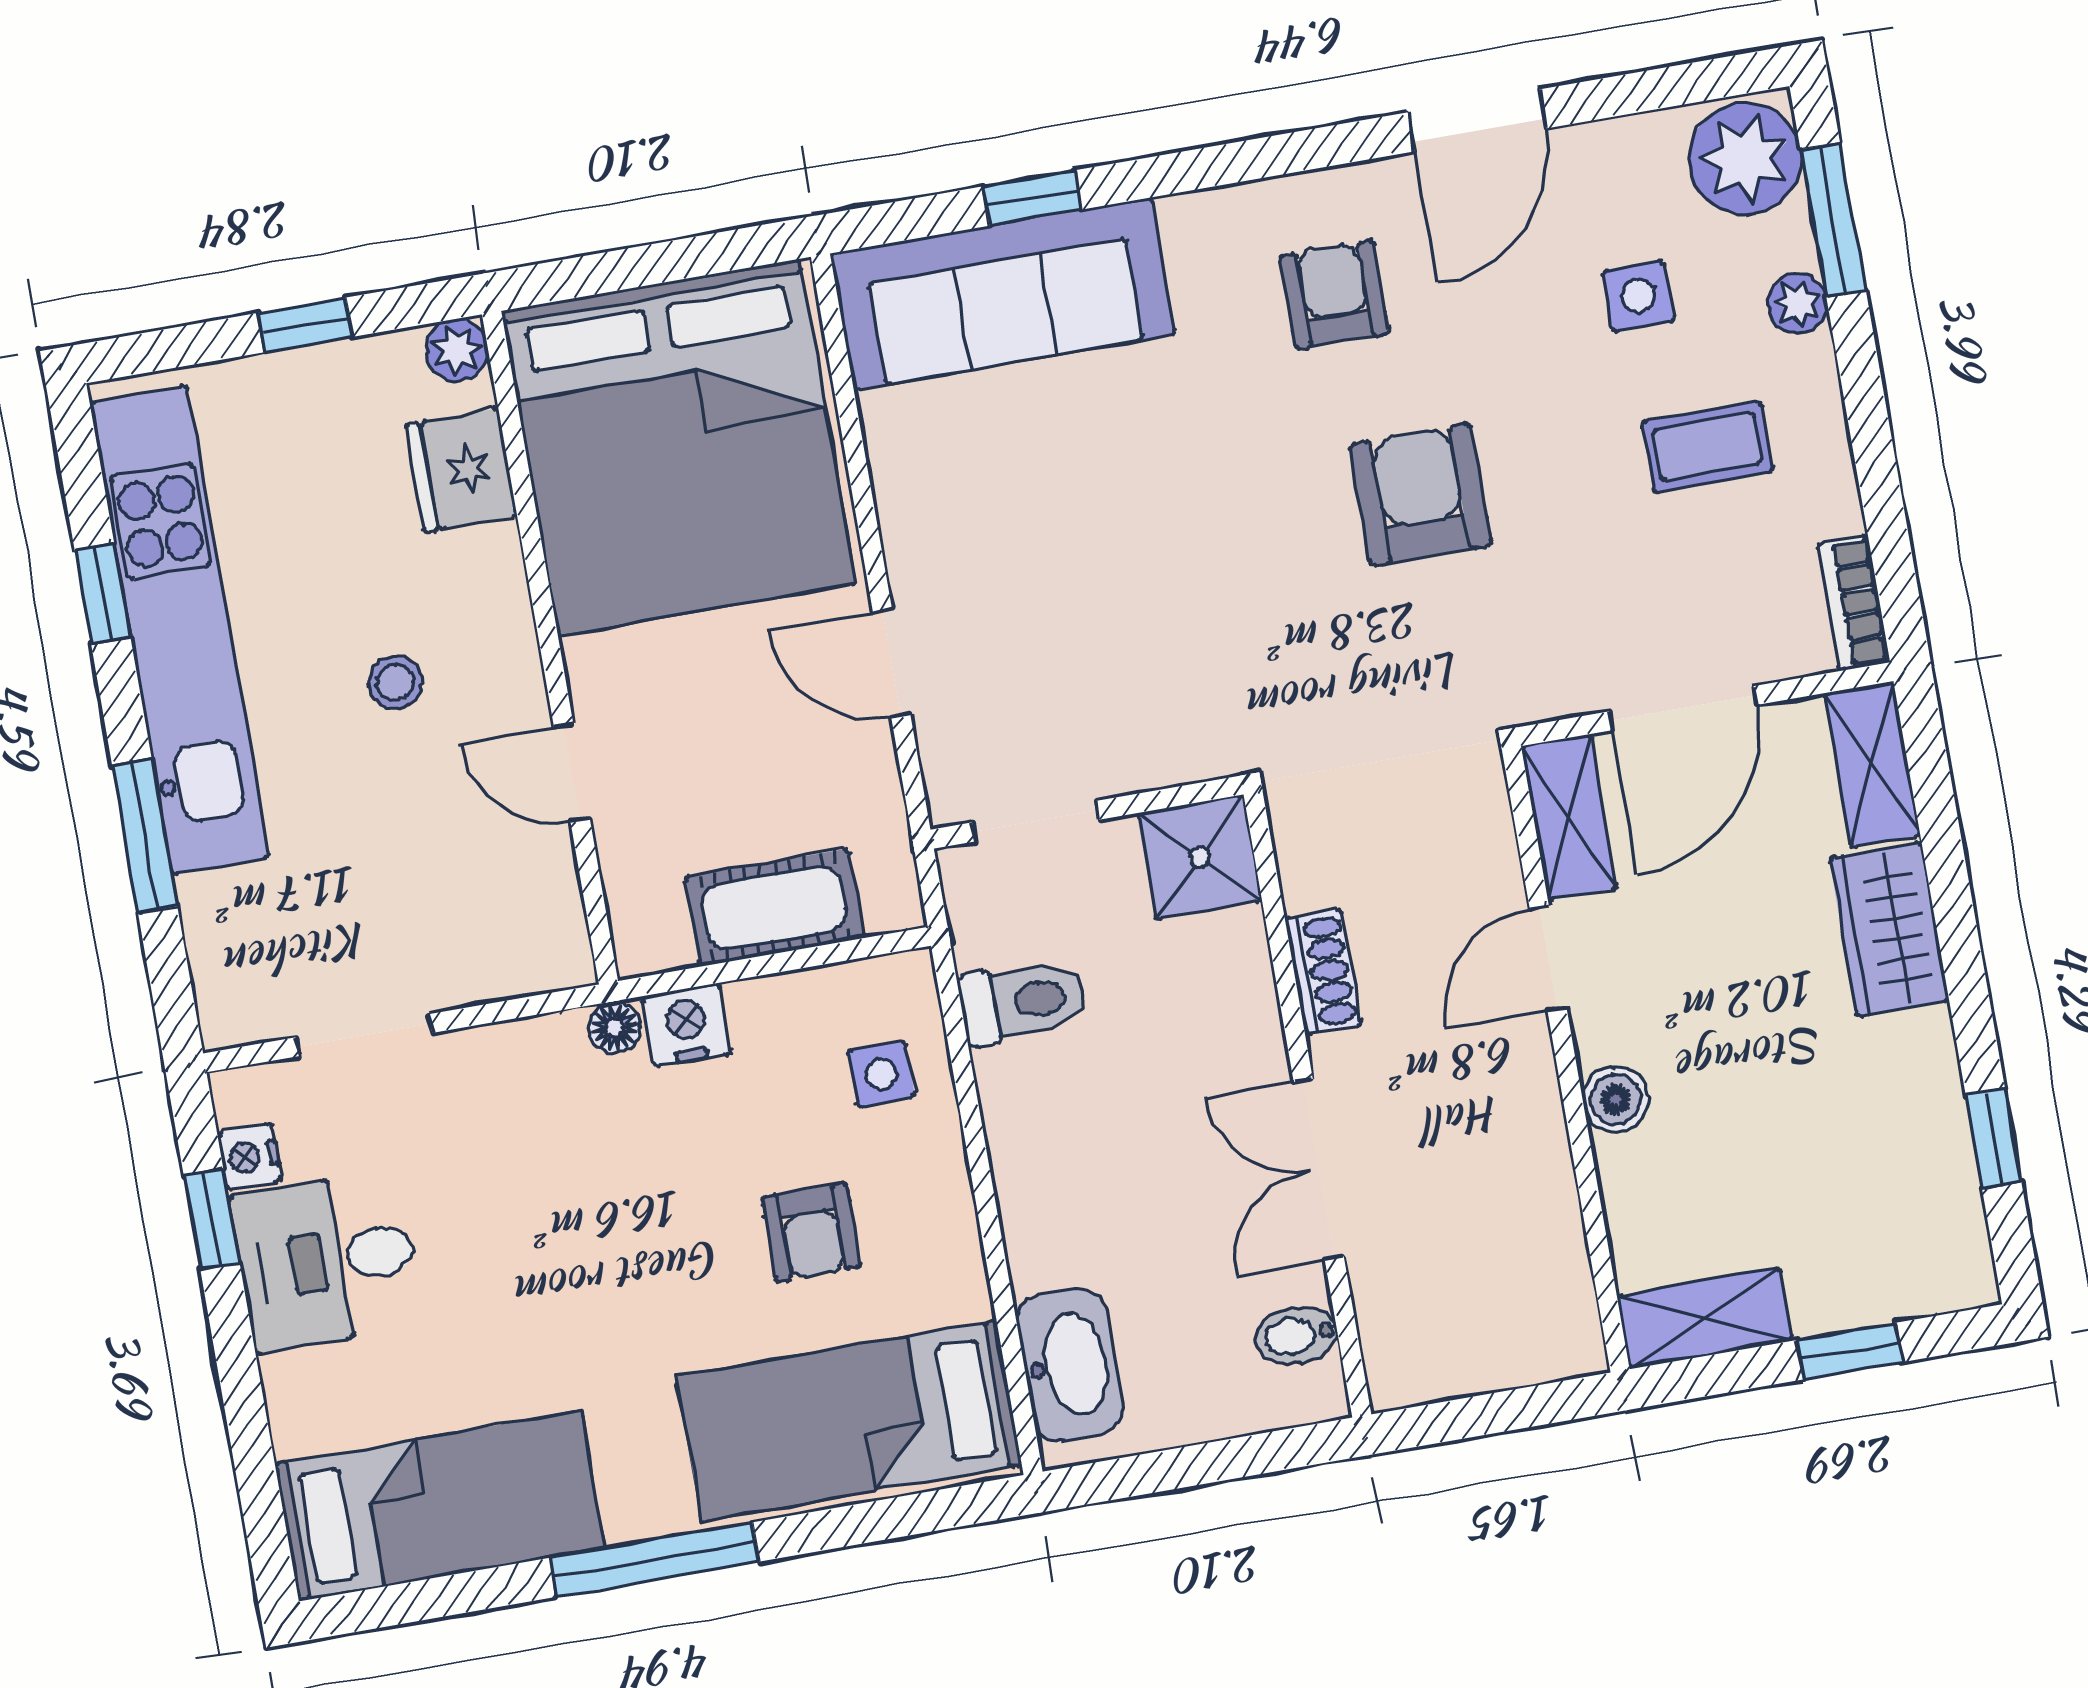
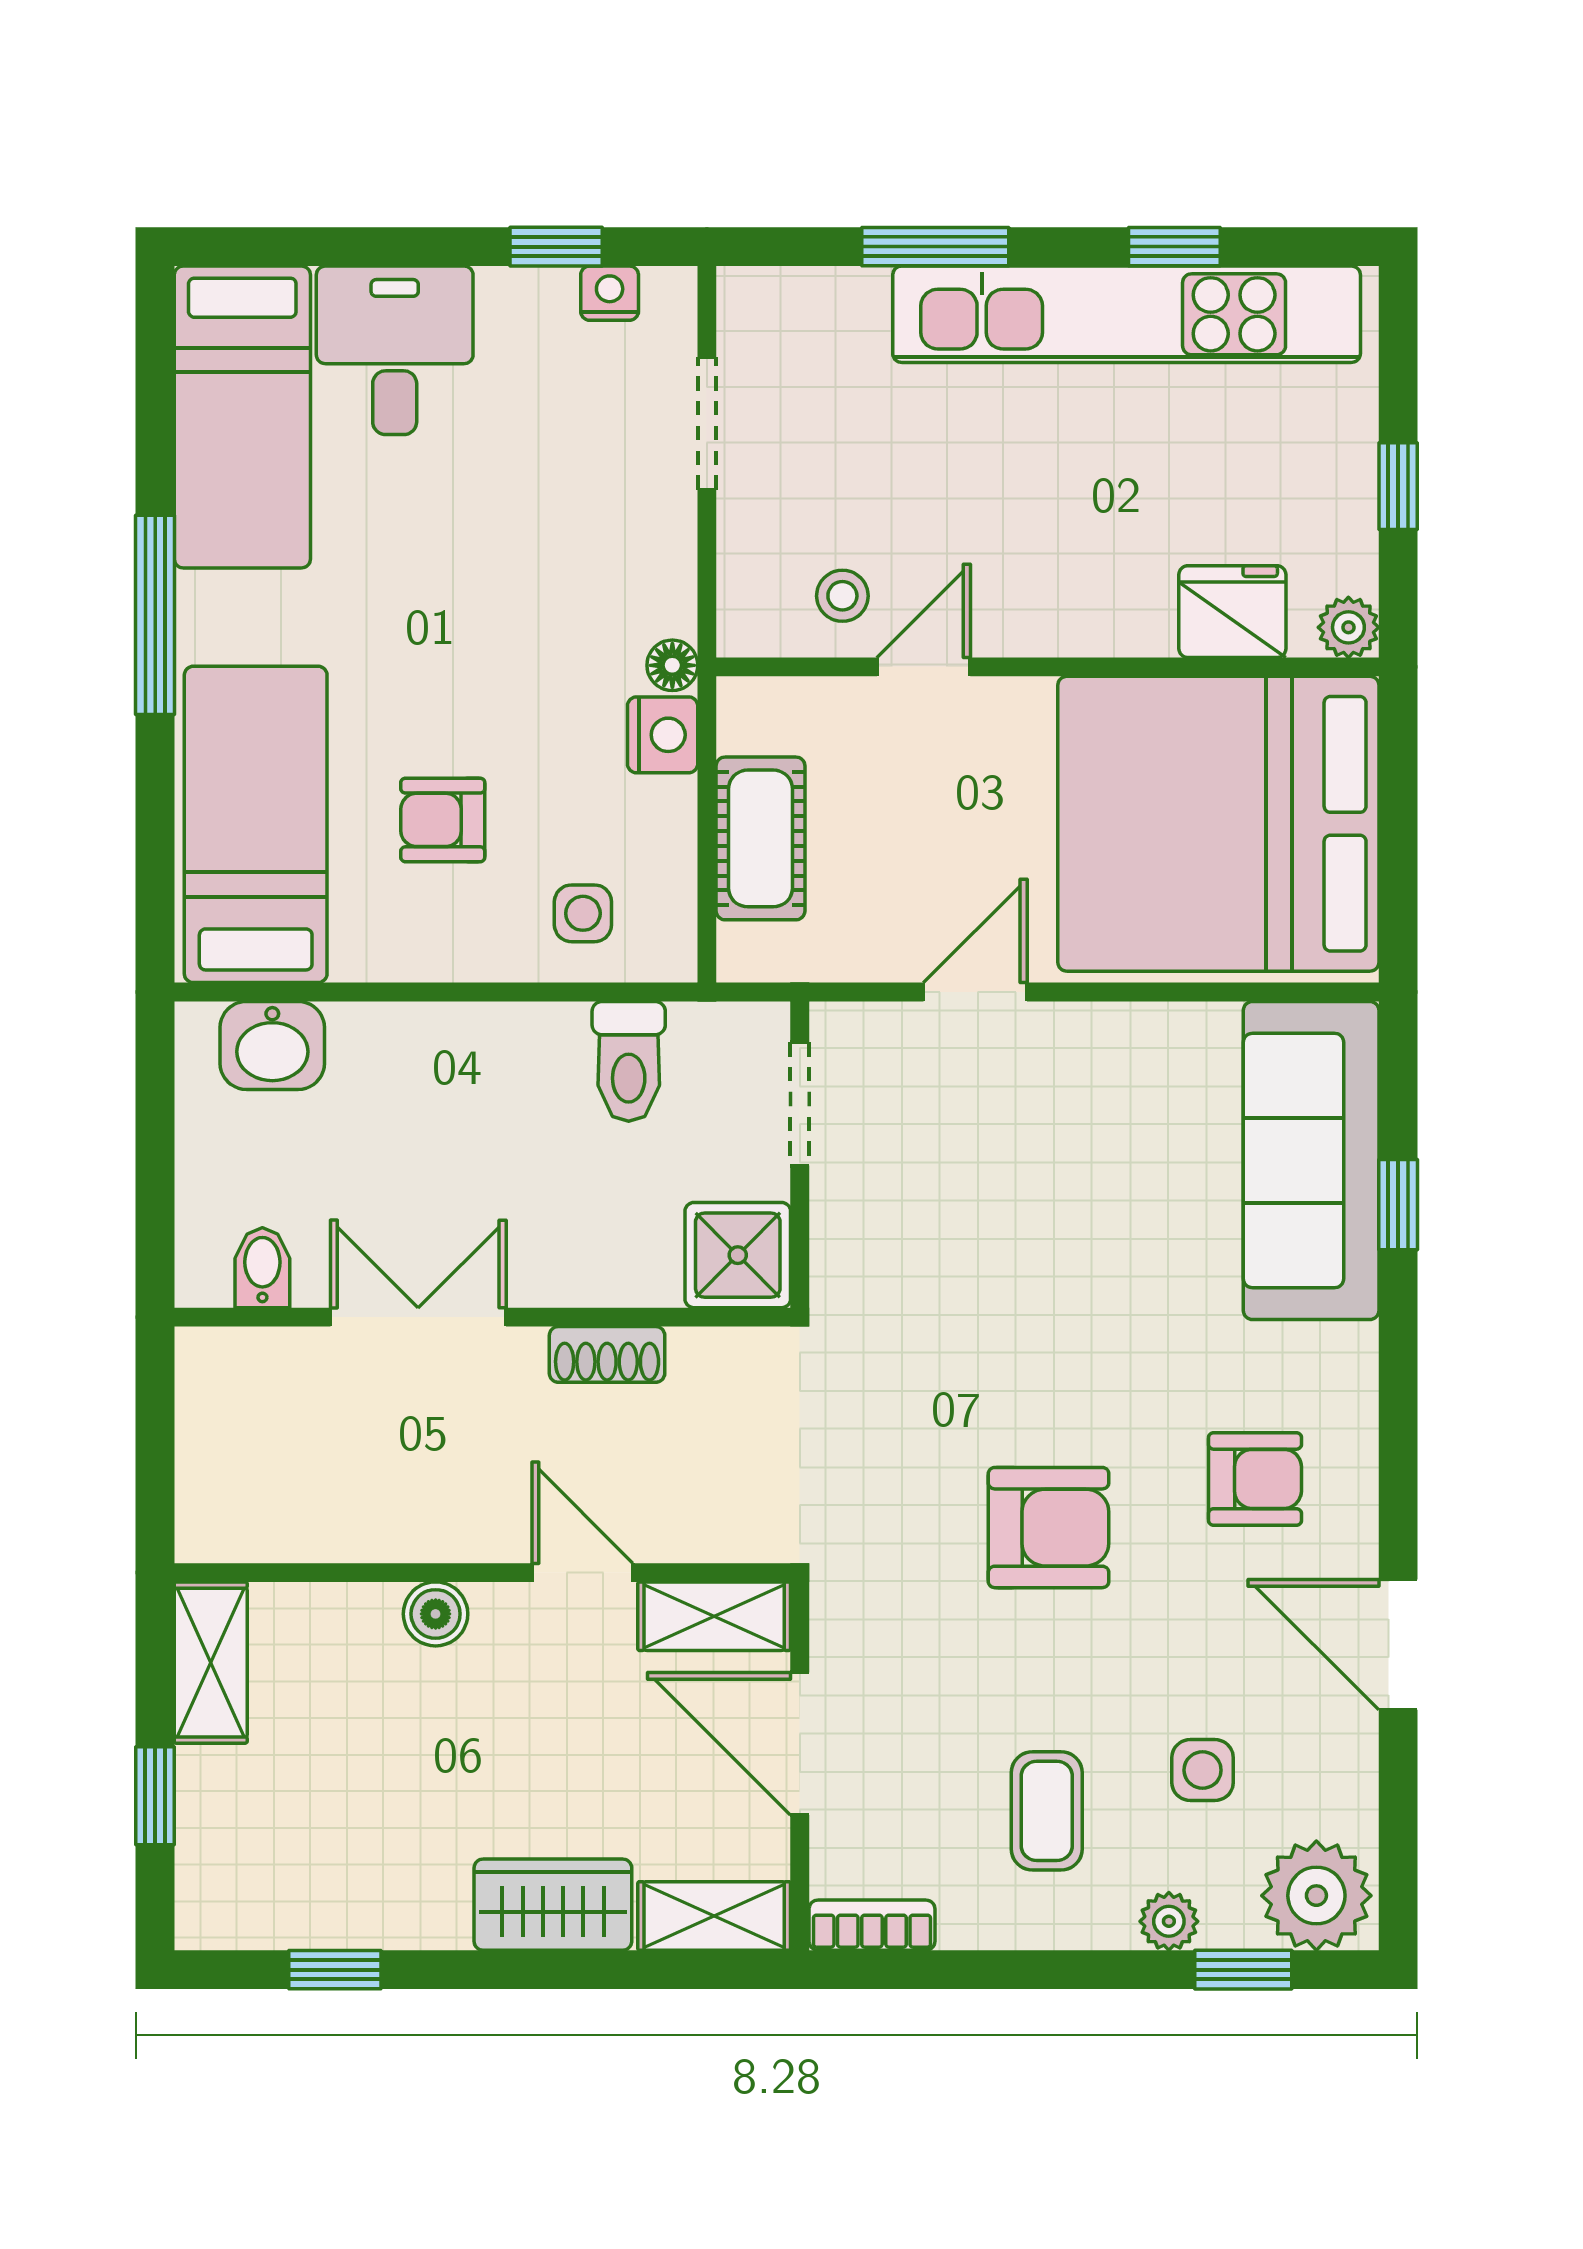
window: (1833, 220) -> (1243, 1970), width x0.67
stool: (396, 682) -> (842, 596), moved
desk: (327, 1261) -> (395, 350), moved
washbasin: (1070, 1365) -> (272, 1045), width x0.72

